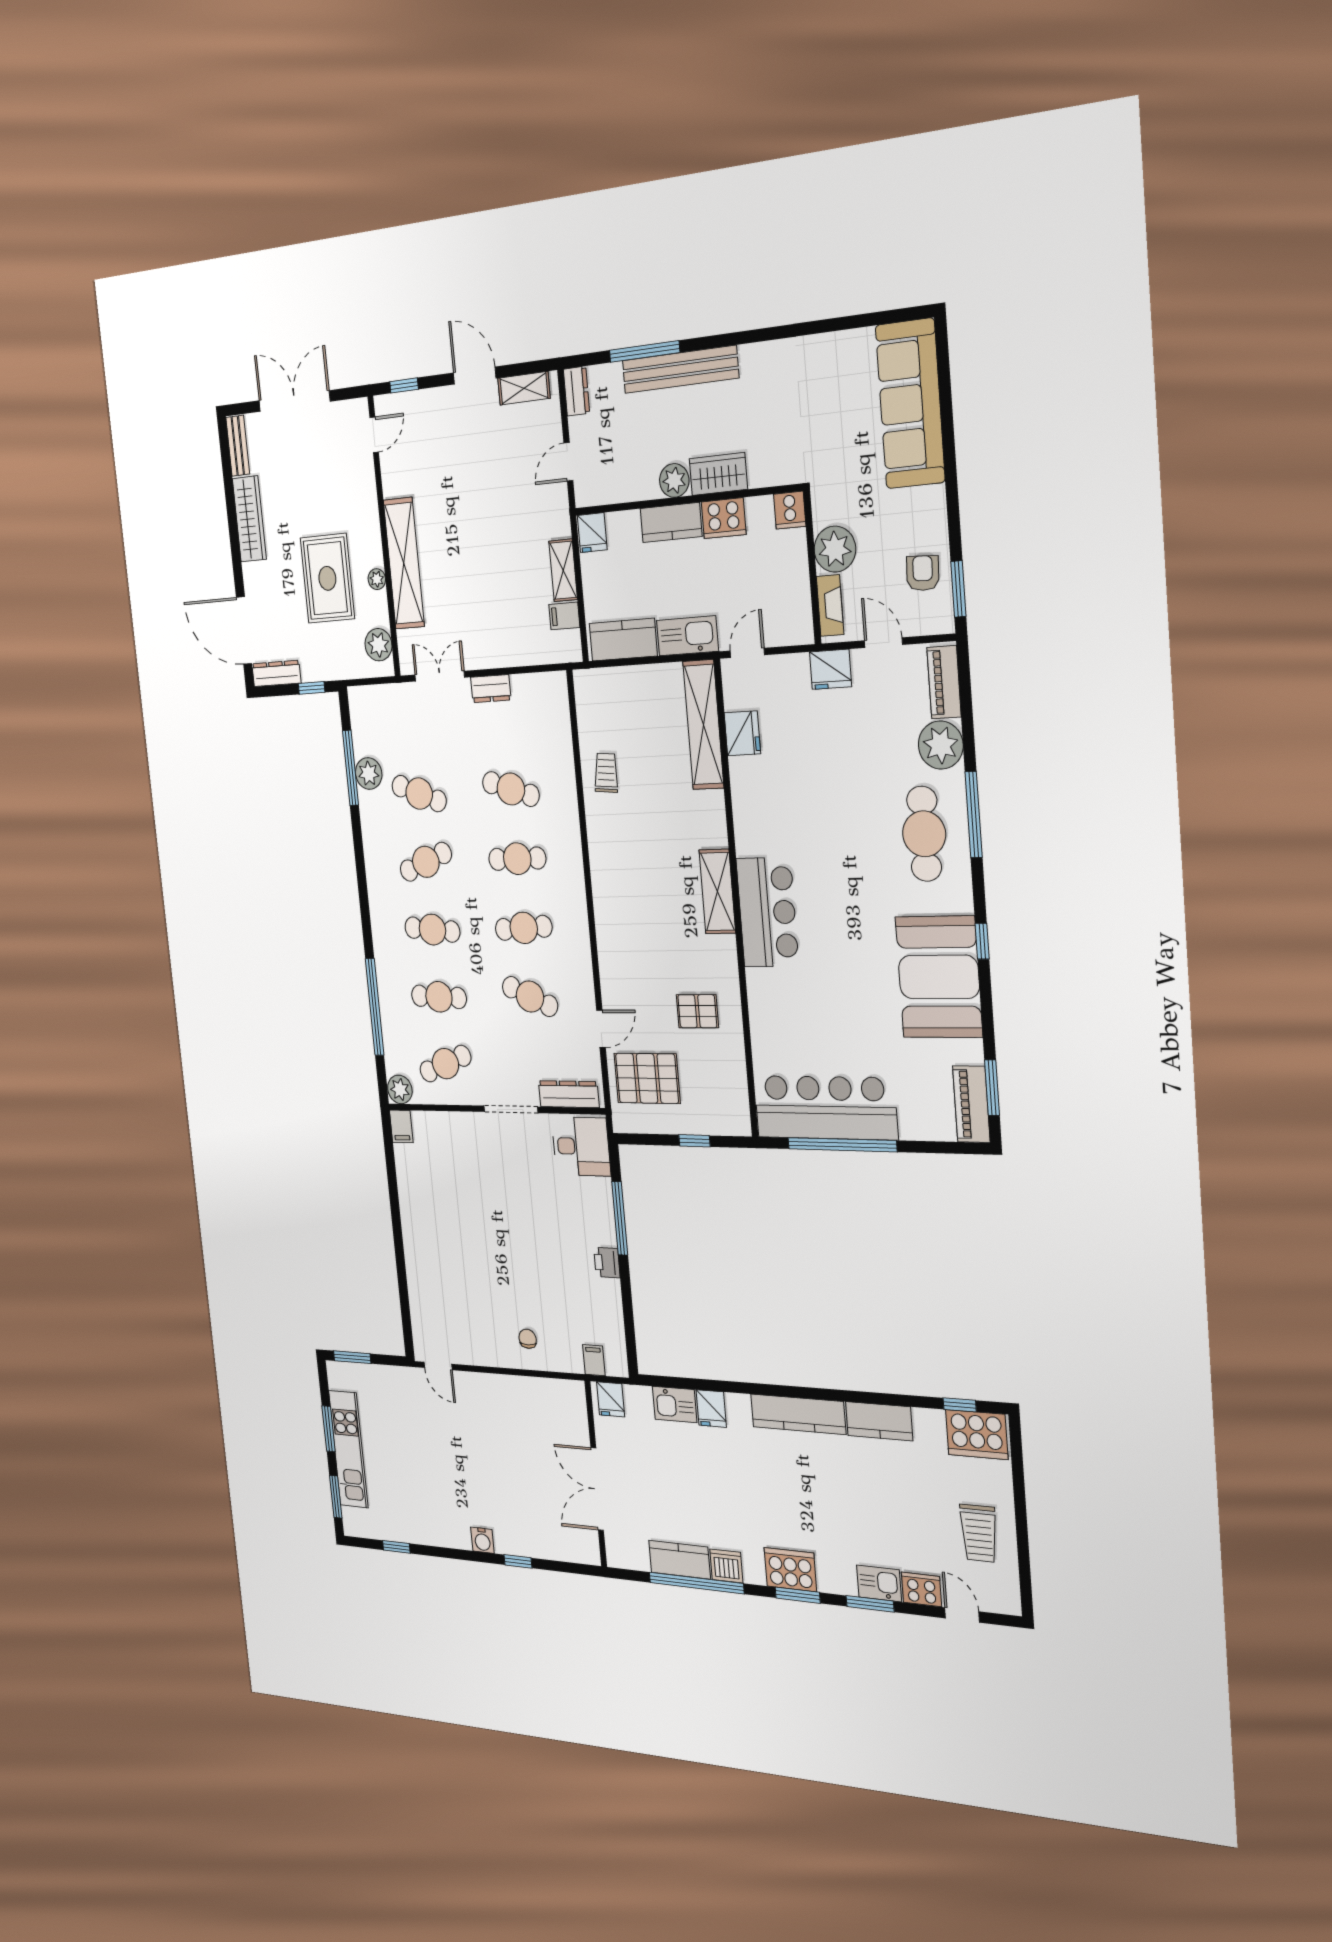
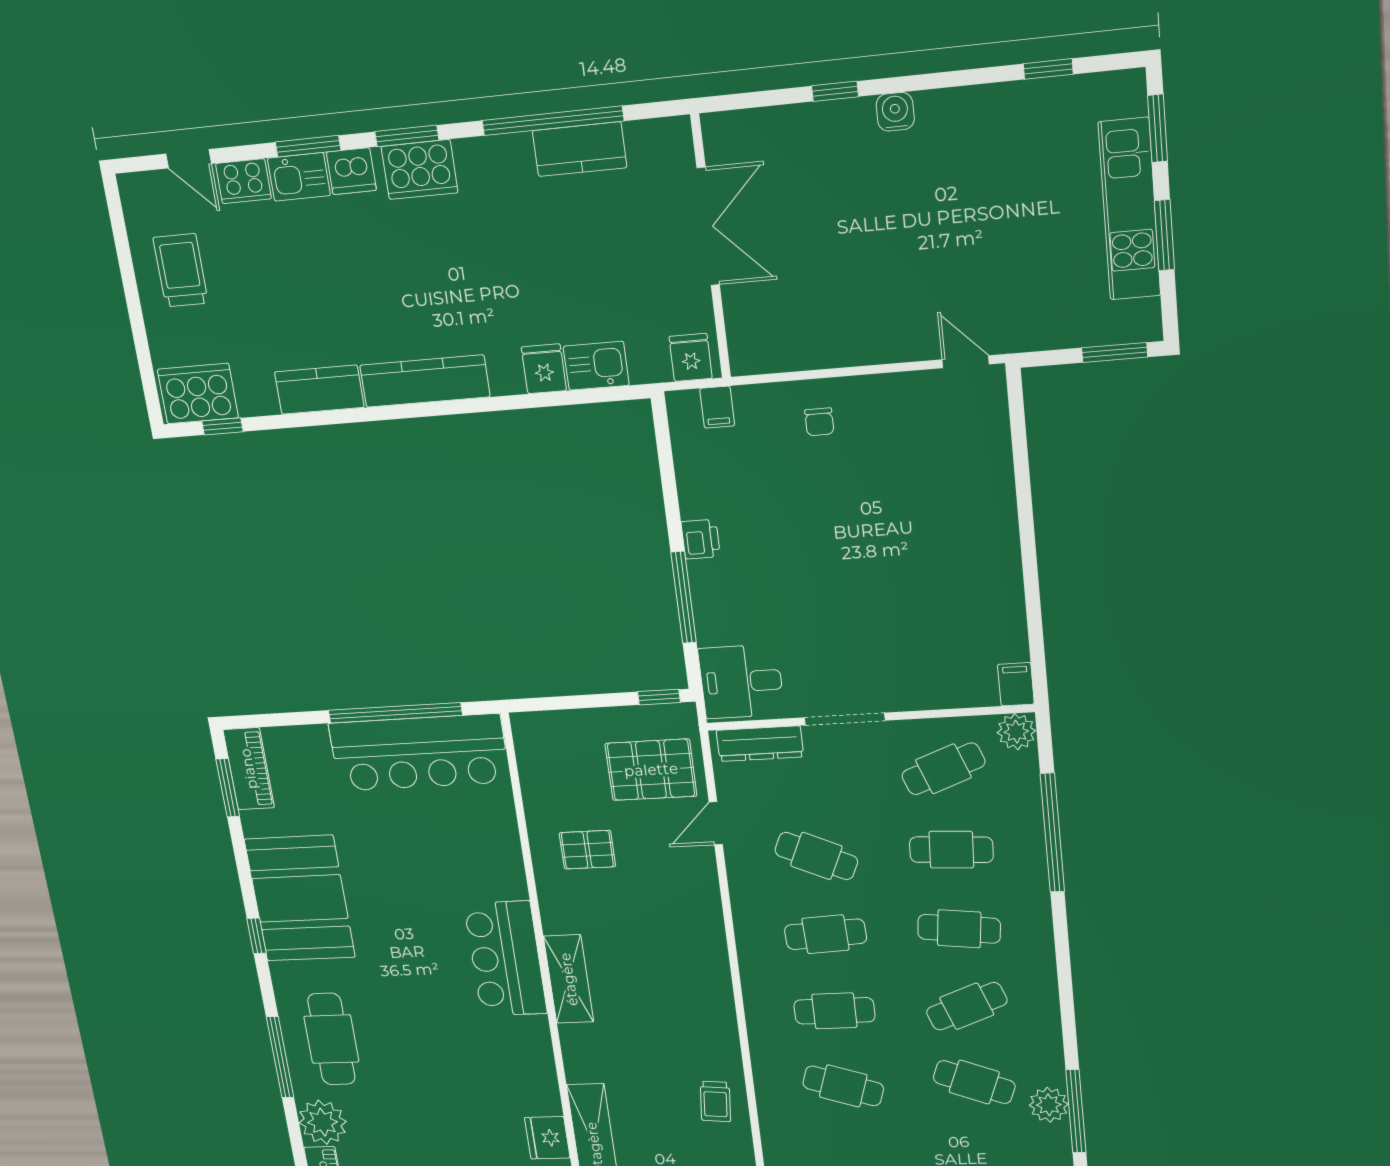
window: (695, 1141) -> (659, 697), moved
dishwasher: (726, 1566) -> (351, 171), moved

